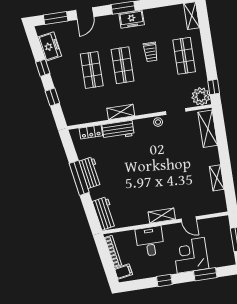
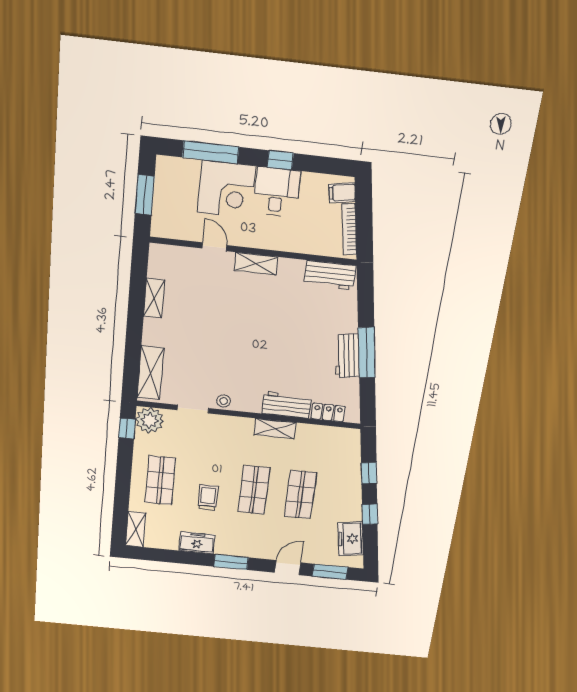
freezer: (132, 19) -> (197, 543), moved
workbench: (104, 213) -> (330, 275), moved, turned -80
desk: (150, 241) -> (276, 192), moved, turned 180
window: (205, 274) -> (211, 152), width x1.44

